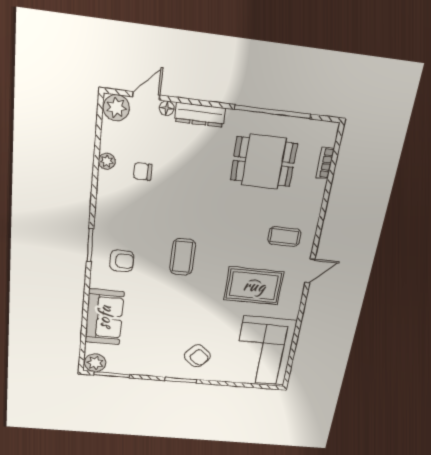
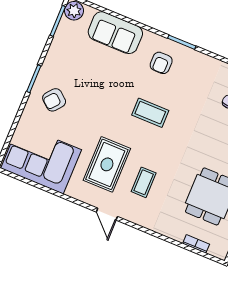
coffee table: (284, 237) -> (144, 182), moved

